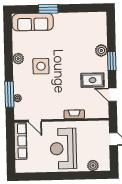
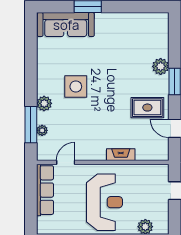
plant: (18, 59) -> (44, 103), moved
door: (35, 121) -> (66, 162), swing flipped
reception desk: (63, 149) -> (104, 202), turned 180

